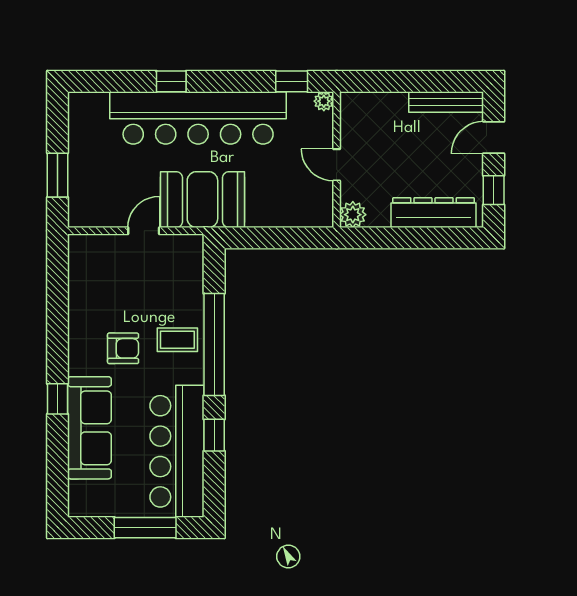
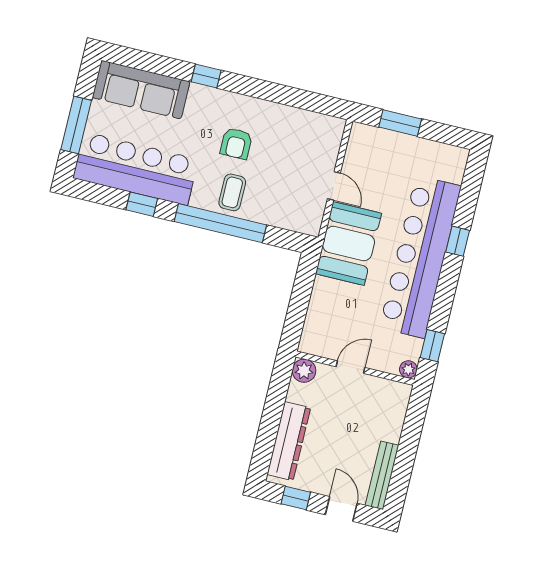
sofa: (89, 428) -> (141, 90), moved

